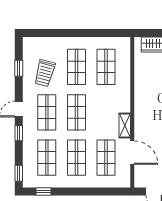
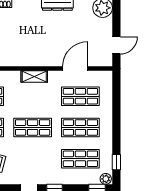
shop shelf: (47, 112) -> (33, 159), removed
shelving: (125, 125) -> (34, 76), moved
plant: (28, 182) -> (106, 179), added

